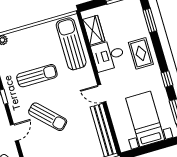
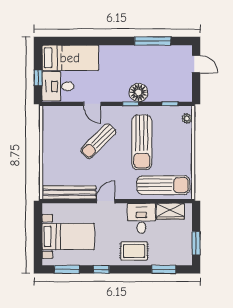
sun lounger: (37, 76) -> (142, 142), width x1.36, depth x1.34

